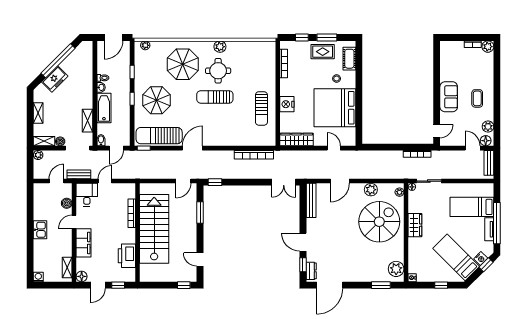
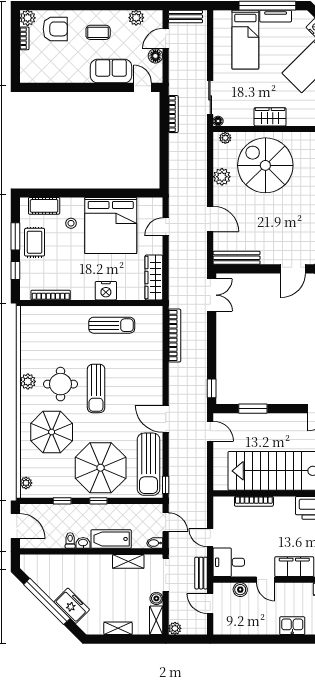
armchair: (480, 67) -> (55, 29), added
sofa: (449, 97) -> (111, 71), moved
parasol: (156, 100) -> (101, 468), width x1.36, depth x1.36
floor lamp: (486, 141) -> (155, 56), moved
kitchen sink: (40, 230) -> (292, 626), moved

